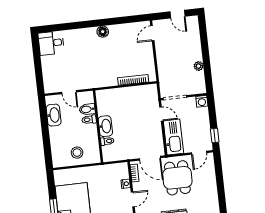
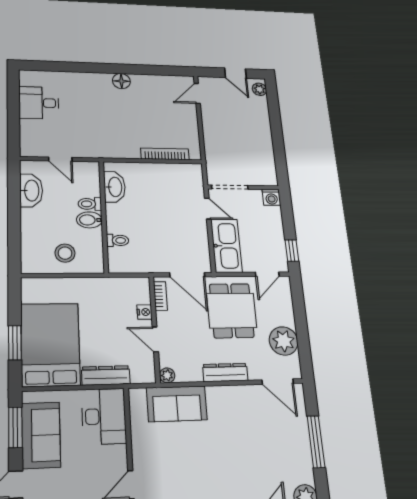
desk: (51, 43) -> (39, 103), moved
plant: (199, 66) -> (259, 89), moved
bidet: (87, 109) -> (89, 220), moved
washbasin: (105, 126) -> (115, 187), moved
plant: (209, 193) -> (284, 341), added
door: (133, 199) -> (155, 339), swing flipped

